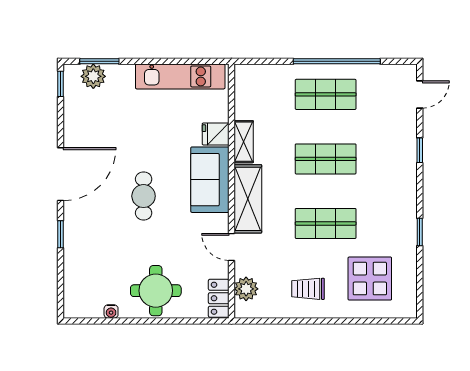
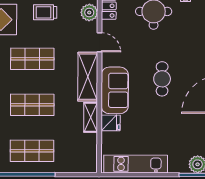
trolley: (308, 289) -> (45, 12), turned 180

